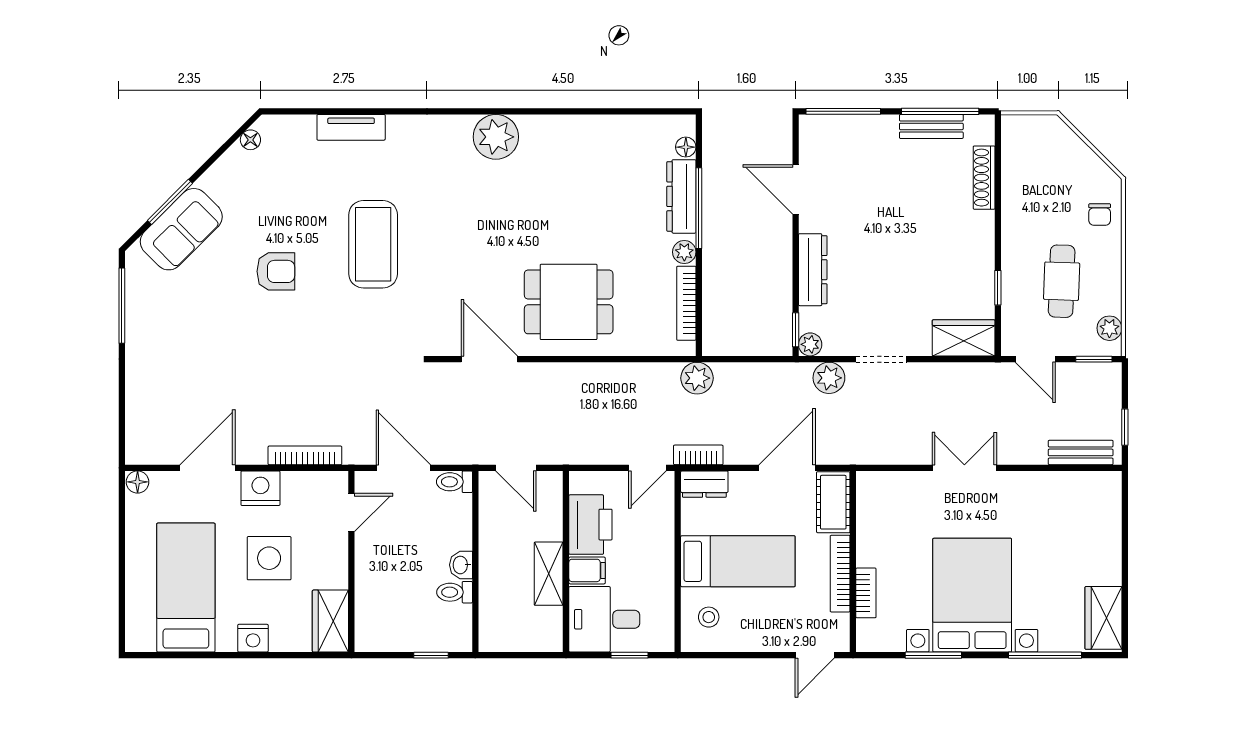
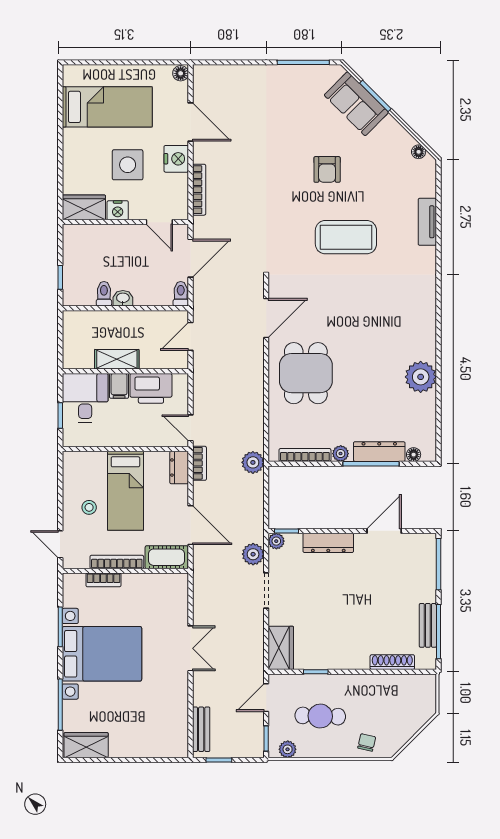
plant: (496, 137) -> (421, 377), moved
chair: (1100, 214) -> (367, 742), turned 103
stool: (709, 617) -> (89, 507), moved
nightstand: (253, 638) -> (118, 210), moved, turned -90

